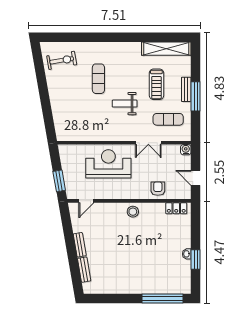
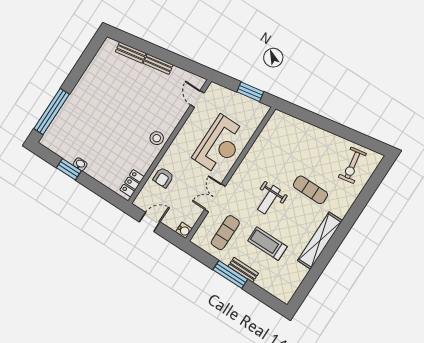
shelving: (166, 49) -> (320, 241), moved
weight bench: (125, 104) -> (269, 200), turned 180
window: (59, 181) -> (250, 92), moved
armchair: (158, 189) -> (163, 178), turned 90

